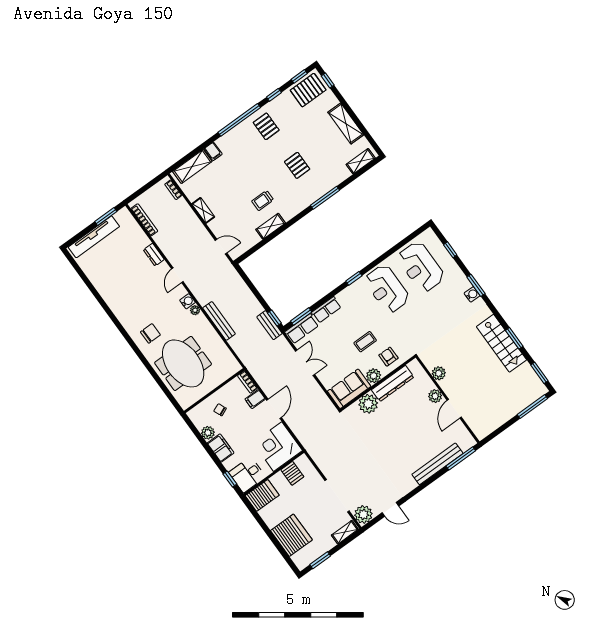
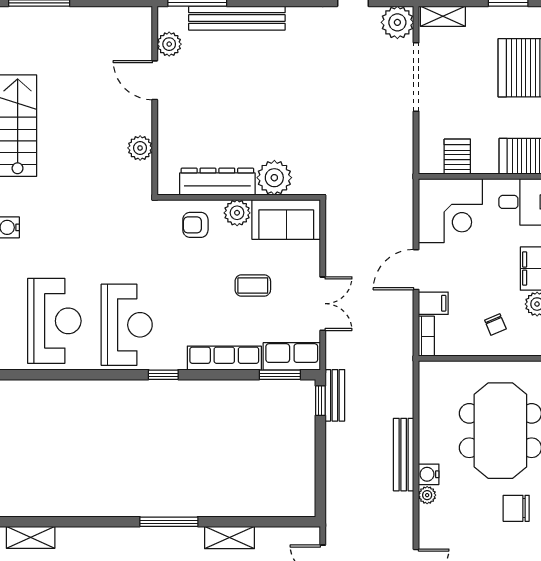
window: (325, 198) -> (169, 522), moved
water cooler: (188, 301) -> (429, 474), moved
row of seats: (326, 310) -> (224, 358), width x1.48
coffee table: (365, 342) -> (253, 285), moved
armchair: (388, 357) -> (195, 225), turned 90
double door: (305, 363) -> (323, 304), swing flipped
plant: (435, 396) -> (169, 44), moved
door: (454, 409) -> (155, 80), swing flipped

